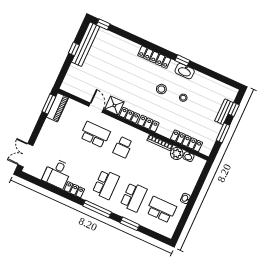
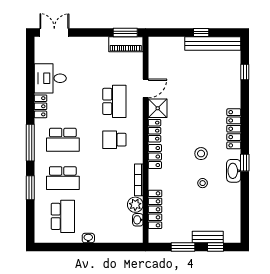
window: (103, 24) -> (245, 72), moved

